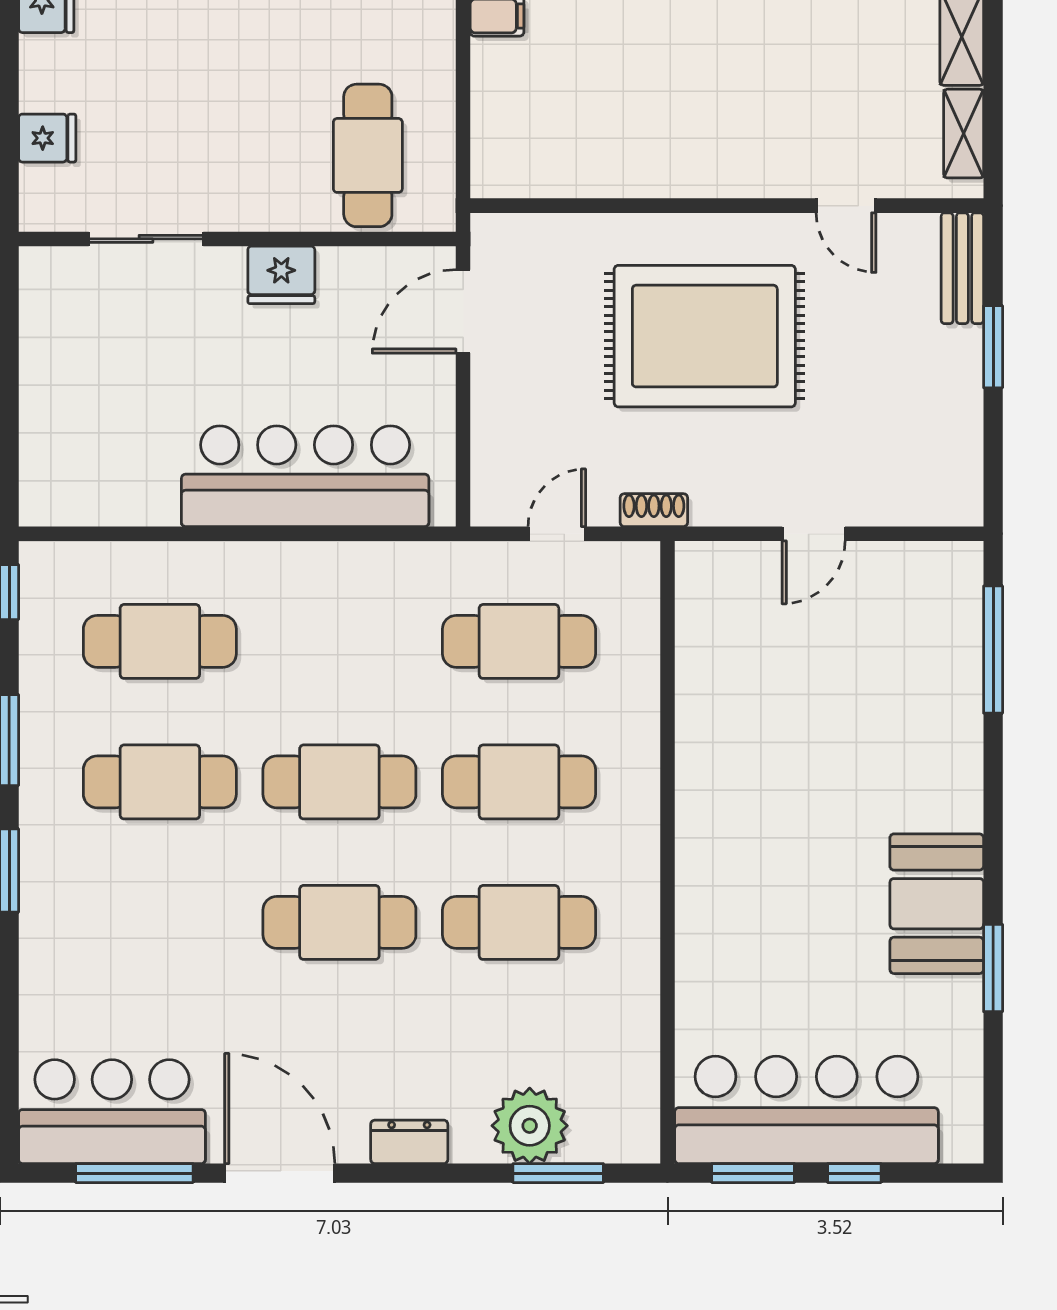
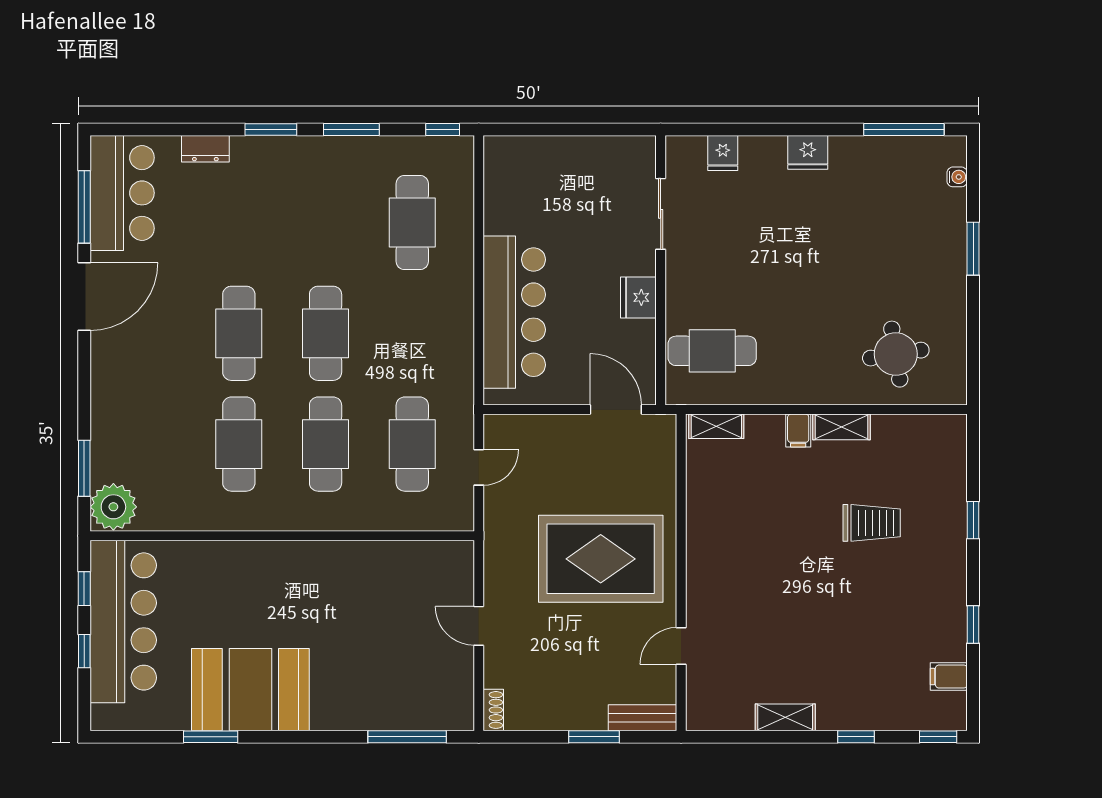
shelving: (964, 134) -> (716, 426), moved
rug: (705, 336) -> (601, 559), turned 90
shoe rack: (654, 510) -> (493, 710), moved
door: (557, 534) -> (479, 467), hinge flipped
cafe table: (160, 782) -> (326, 223), removed
booth: (937, 904) -> (250, 690), width x1.36, depth x1.42
plant: (530, 1126) -> (113, 507), moved
dresser: (409, 1142) -> (205, 149), moved, turned 90
window: (753, 1173) -> (84, 589), width x0.67

